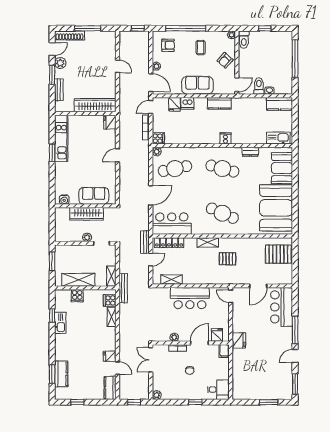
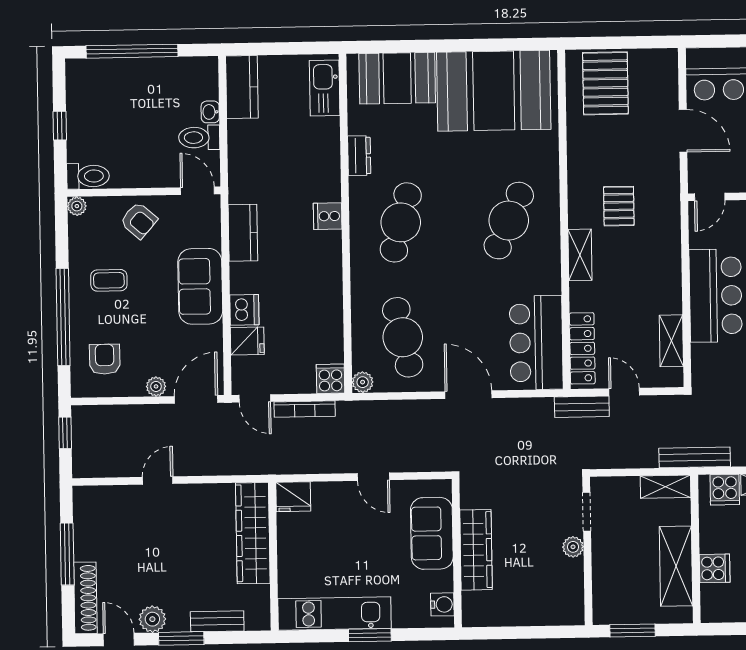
sofa: (94, 196) -> (432, 533), moved
water cooler: (64, 200) -> (442, 604), moved
wall: (85, 206) -> (457, 553), moved
wardrobe: (87, 214) -> (476, 550), moved

